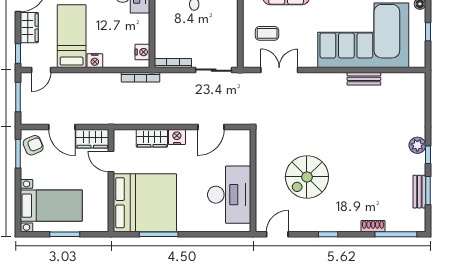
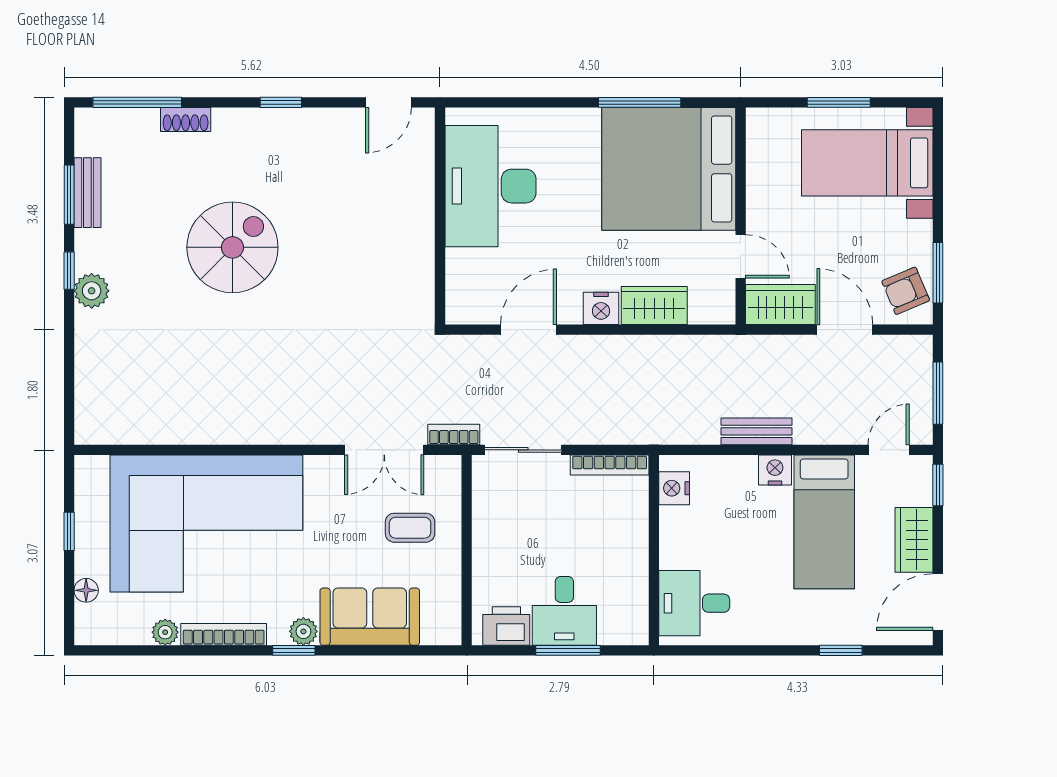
bookcase: (141, 77) -> (454, 435), moved, width x0.64
bench: (364, 79) -> (757, 431), moved
spiral stairs: (307, 177) -> (232, 247), moved

